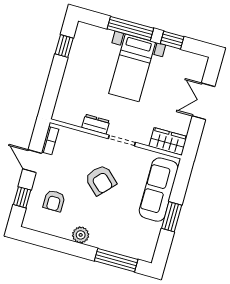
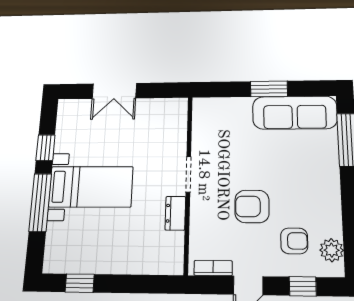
wardrobe: (168, 141) -> (175, 118), removed
armchair: (101, 180) -> (252, 206), moved, turned -133
sofa: (159, 190) -> (295, 113), moved
plant: (81, 235) -> (332, 250), moved

